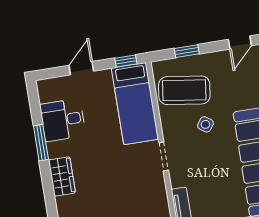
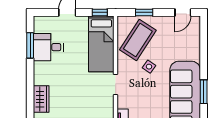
coffee table: (184, 90) -> (138, 40), turned -65
window: (41, 143) -> (30, 45), moved
wardrobe: (62, 176) -> (41, 99), moved

